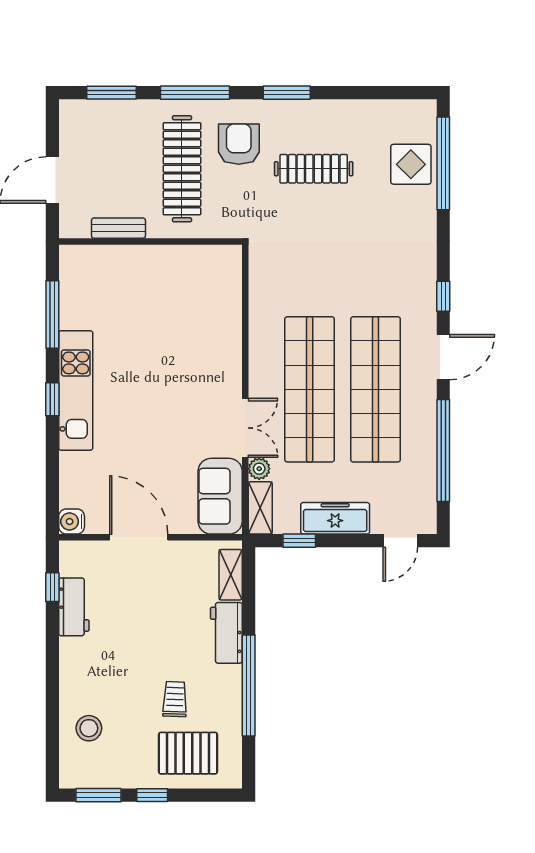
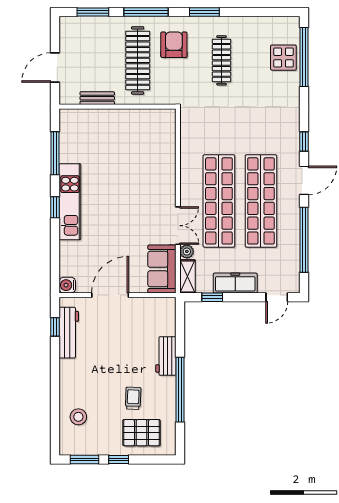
clothes rail: (314, 169) -> (222, 60), turned 90
door: (139, 537) -> (110, 295), hinge flipped
shelving: (231, 575) -> (169, 319), removed
workbench: (74, 607) -> (69, 333), width x1.38

